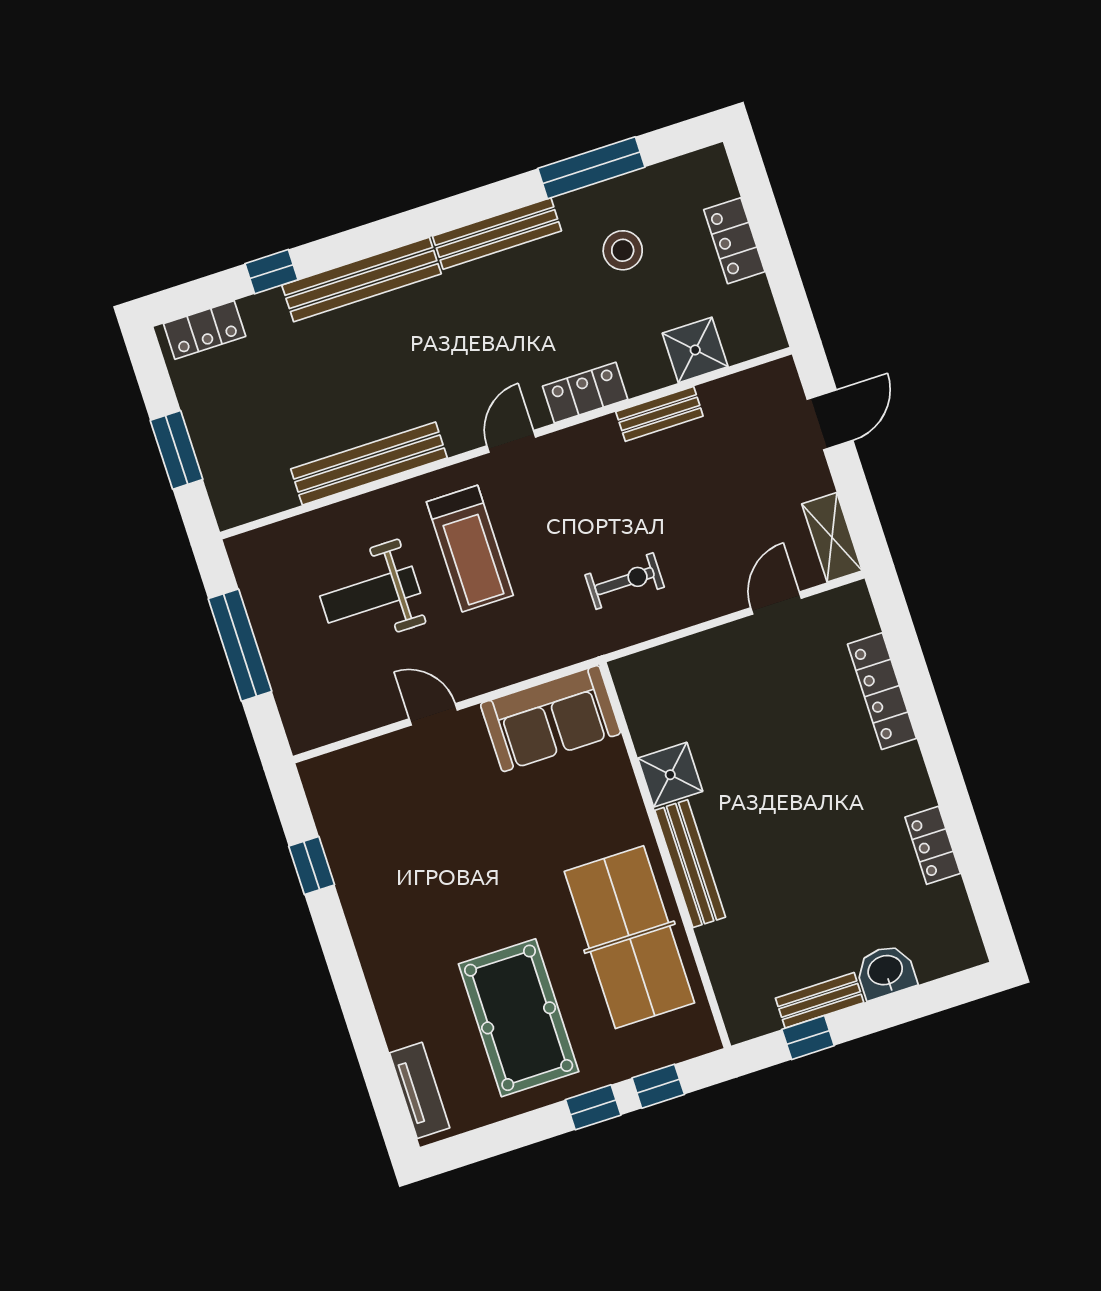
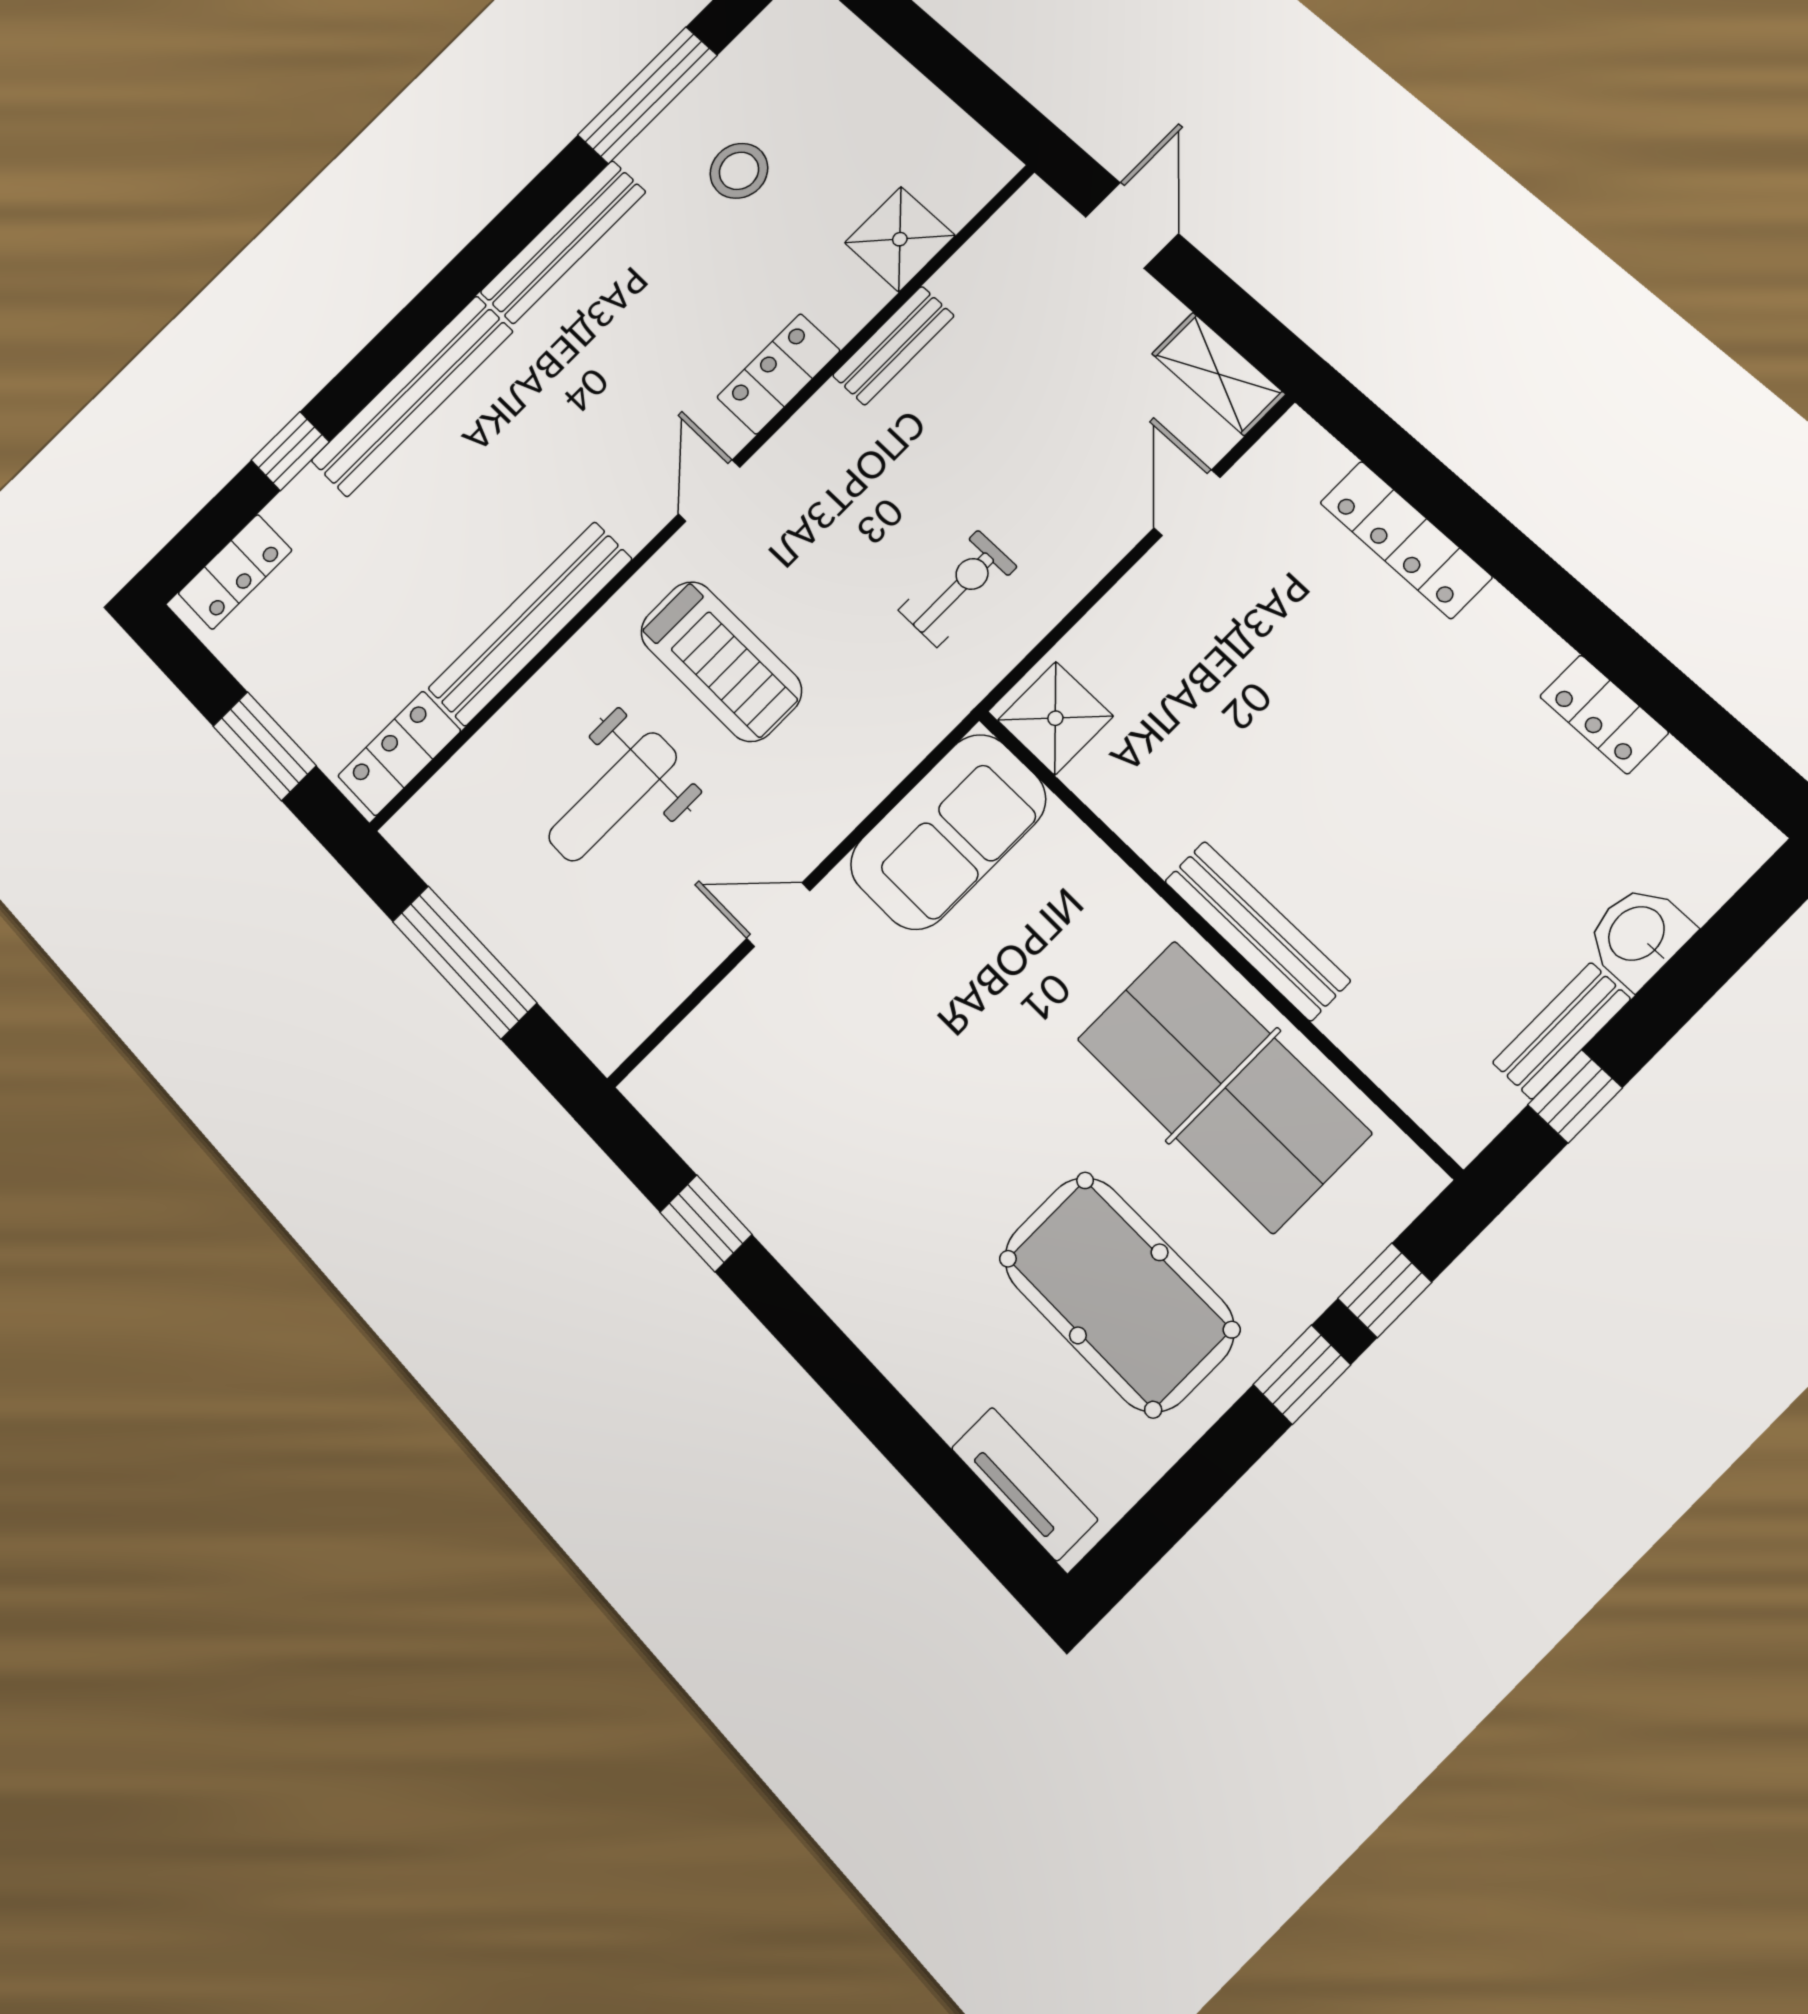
locker: (734, 241) -> (399, 753), moved, turned 90
shower: (670, 775) -> (1055, 718), moved

